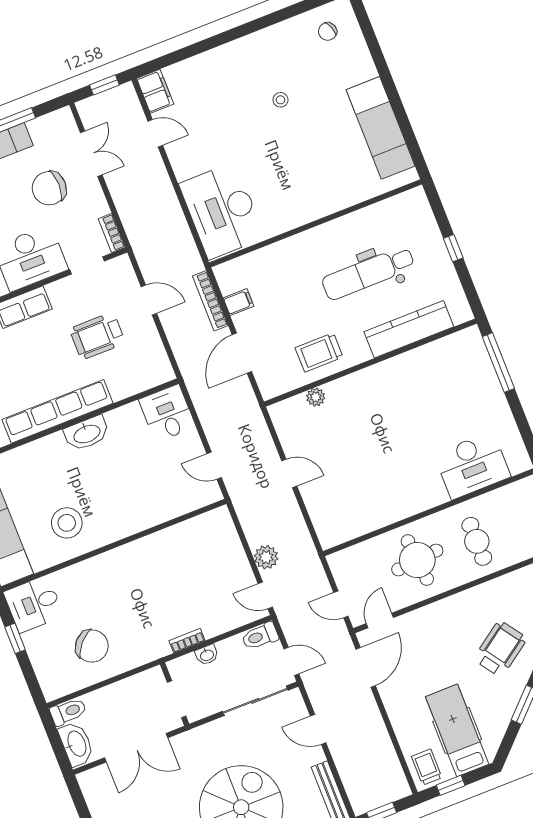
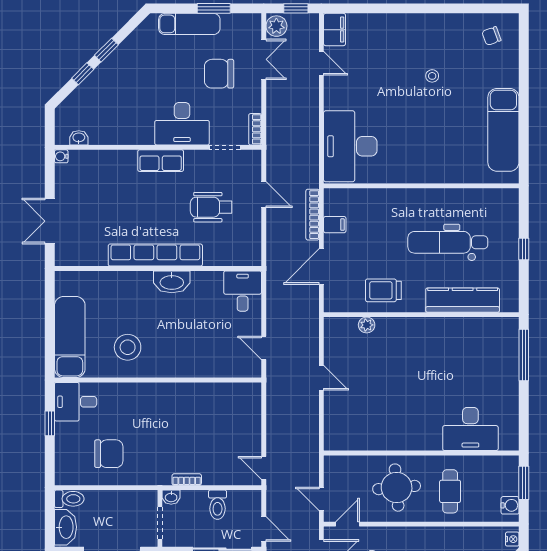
plant: (266, 557) -> (276, 26), moved
toilet: (260, 636) -> (218, 505), moved, turned -90
chair: (92, 646) -> (109, 454), turned -42
washbasin: (207, 655) -> (171, 497), moved

